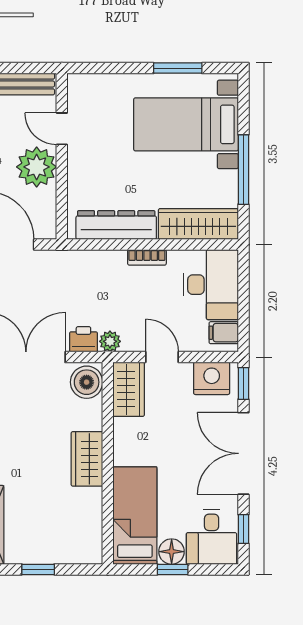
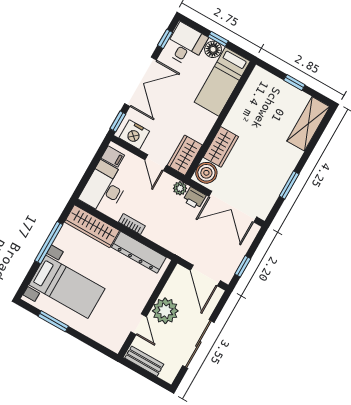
wardrobe: (87, 459) -> (221, 147), moved

